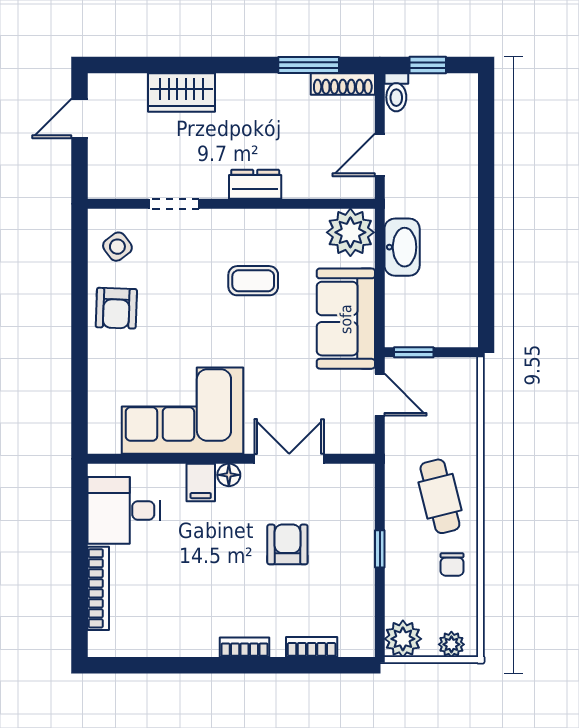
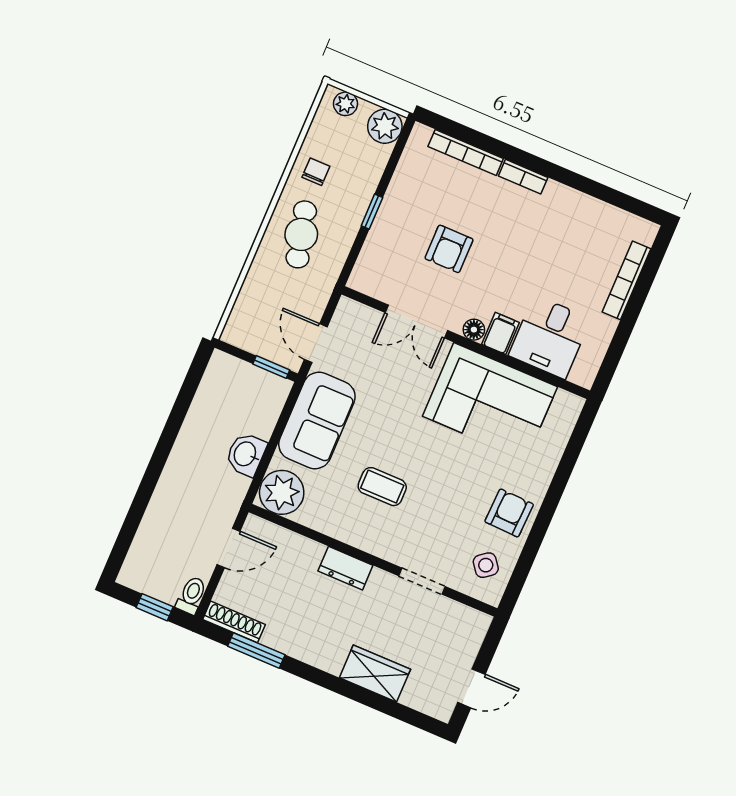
washbasin: (402, 247) -> (246, 454), width x0.72
desk: (124, 510) -> (550, 337), moved, turned 90
bookcase: (312, 647) -> (466, 153), width x1.56

